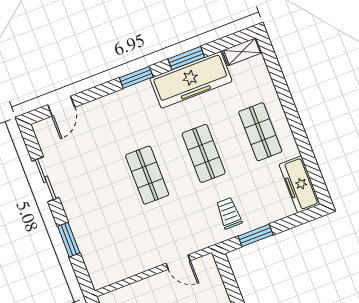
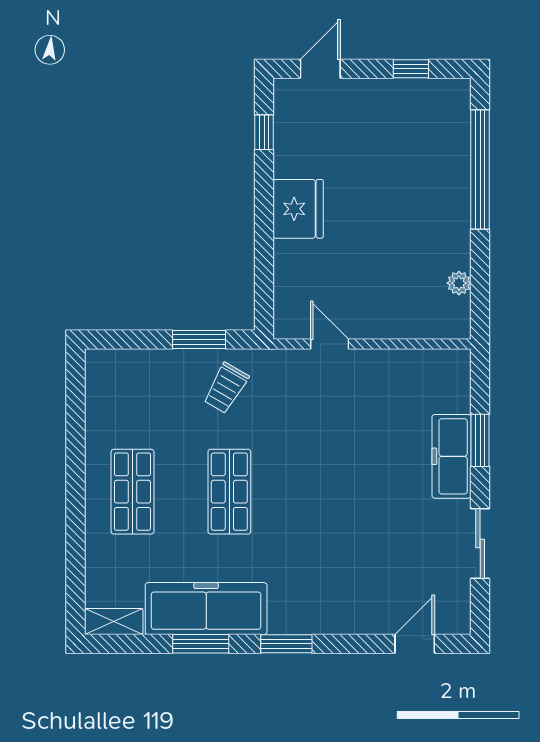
shop shelf: (147, 175) -> (326, 492), removed
freezer: (300, 184) -> (452, 456), moved, turned 180
trolley: (229, 213) -> (226, 388), turned 30

